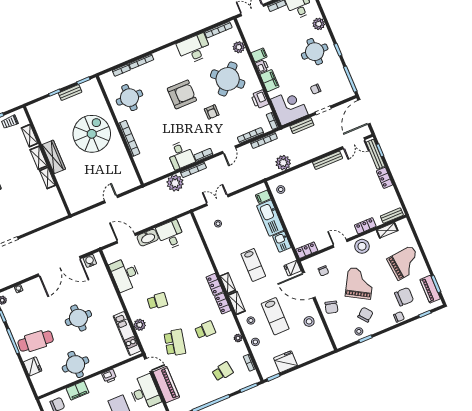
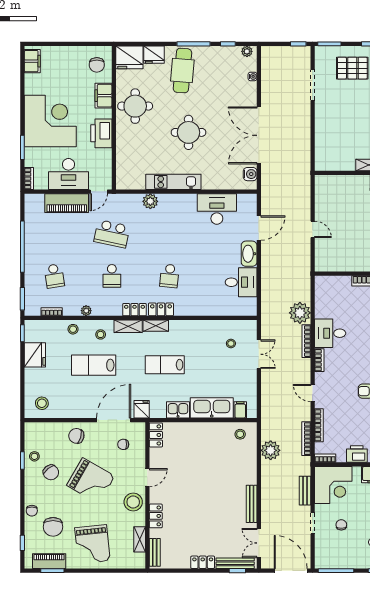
school desk: (157, 301) -> (169, 276), moved
stool: (309, 321) -> (42, 403), moved
kitchen unit: (127, 333) -> (173, 182), moved
printer: (109, 376) -> (101, 133), width x1.87, depth x1.48
fridge: (42, 383) -> (129, 57), added

